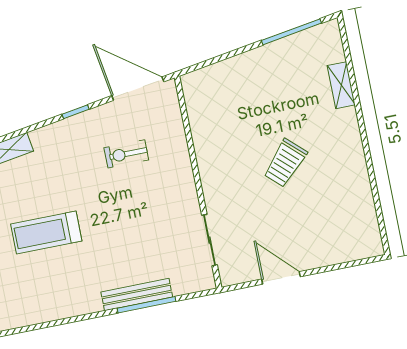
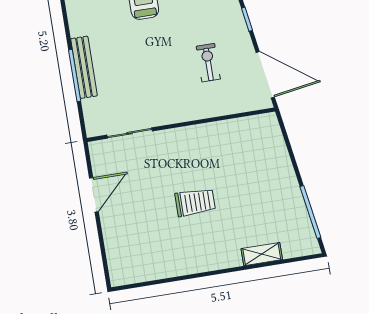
door: (138, 89) -> (265, 75), hinge flipped
trolley: (285, 163) -> (195, 202), turned 137

